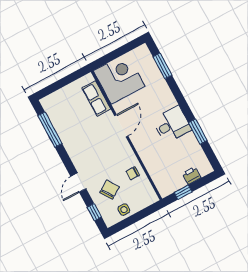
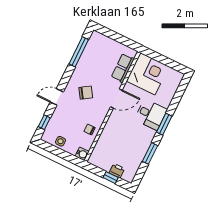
window: (162, 66) -> (164, 124), moved
desk: (172, 124) -> (151, 115), moved
chair: (110, 190) -> (86, 93), moved
window: (183, 192) -> (111, 178), moved
water cooler: (151, 198) -> (82, 154), added

